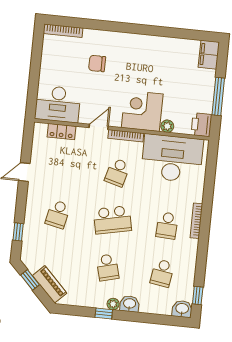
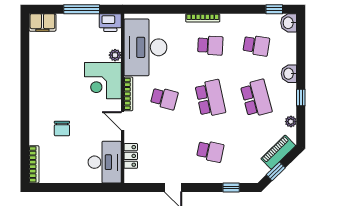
school desk: (108, 267) -> (256, 98), width x1.85
plant: (113, 304) -> (291, 122), moved

